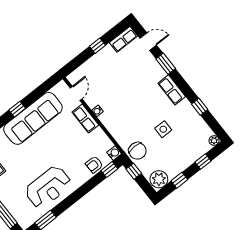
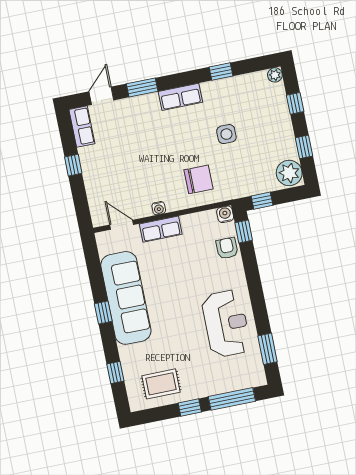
chair: (137, 151) -> (199, 179), moved
armchair: (94, 165) -> (227, 248), turned 180

